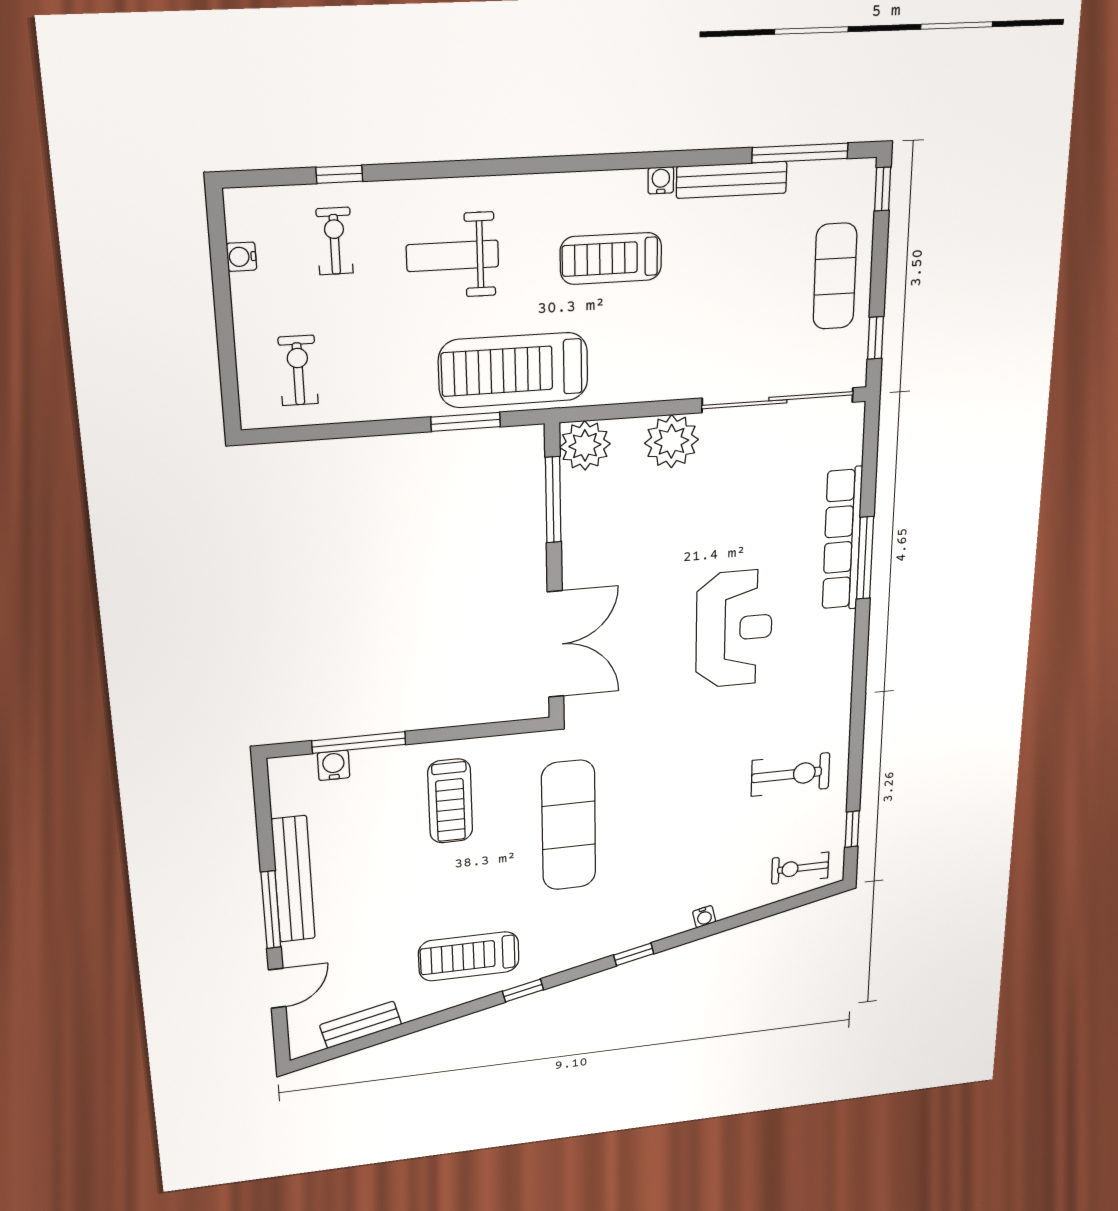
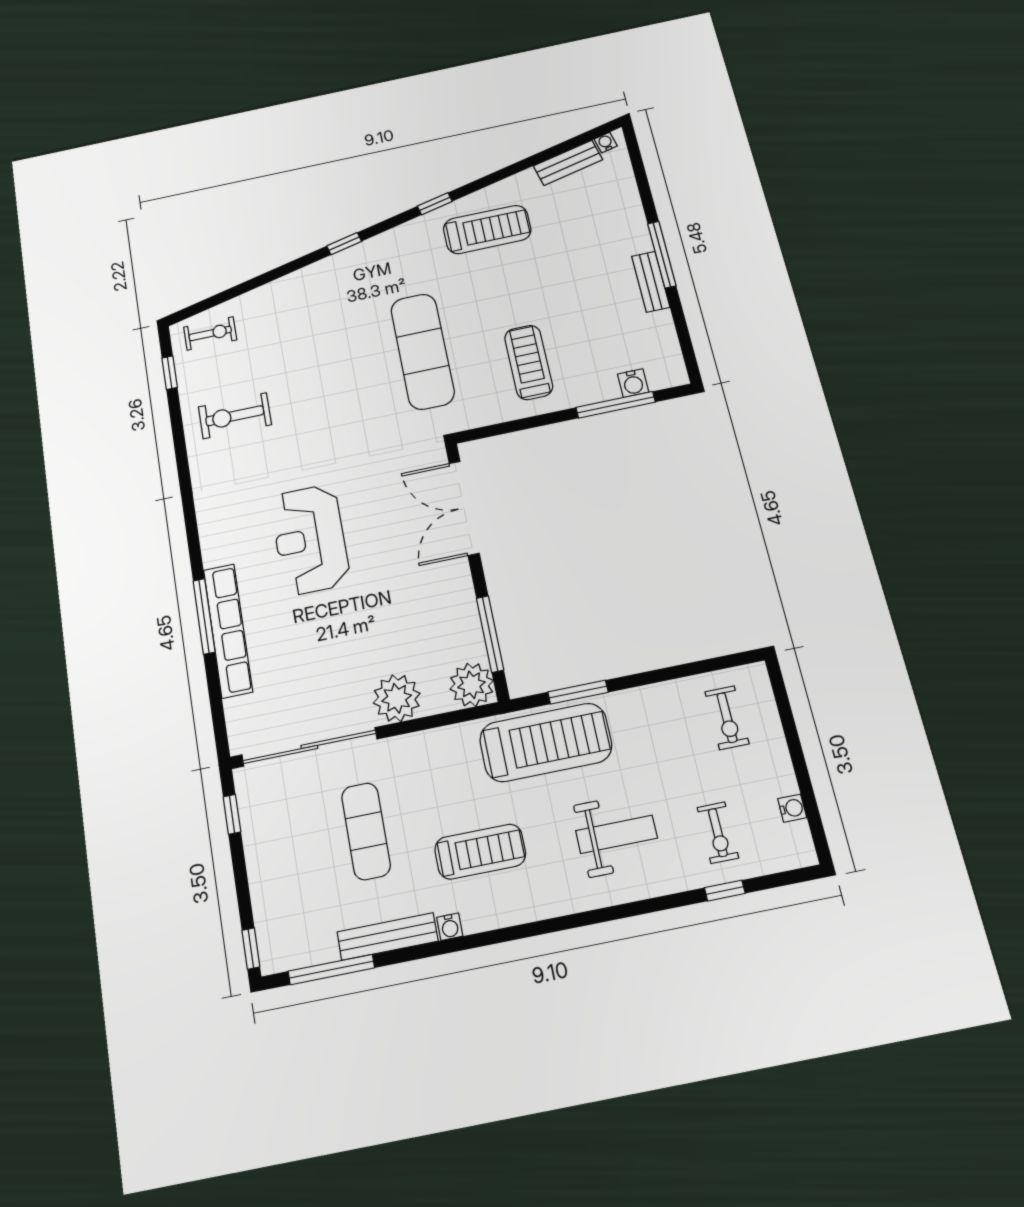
exercise mat: (835, 276) -> (366, 831), moved
bench: (293, 879) -> (651, 282), width x0.54, depth x0.82
water cooler: (704, 917) -> (606, 143), moved
door: (277, 988) -> (644, 188), removed

